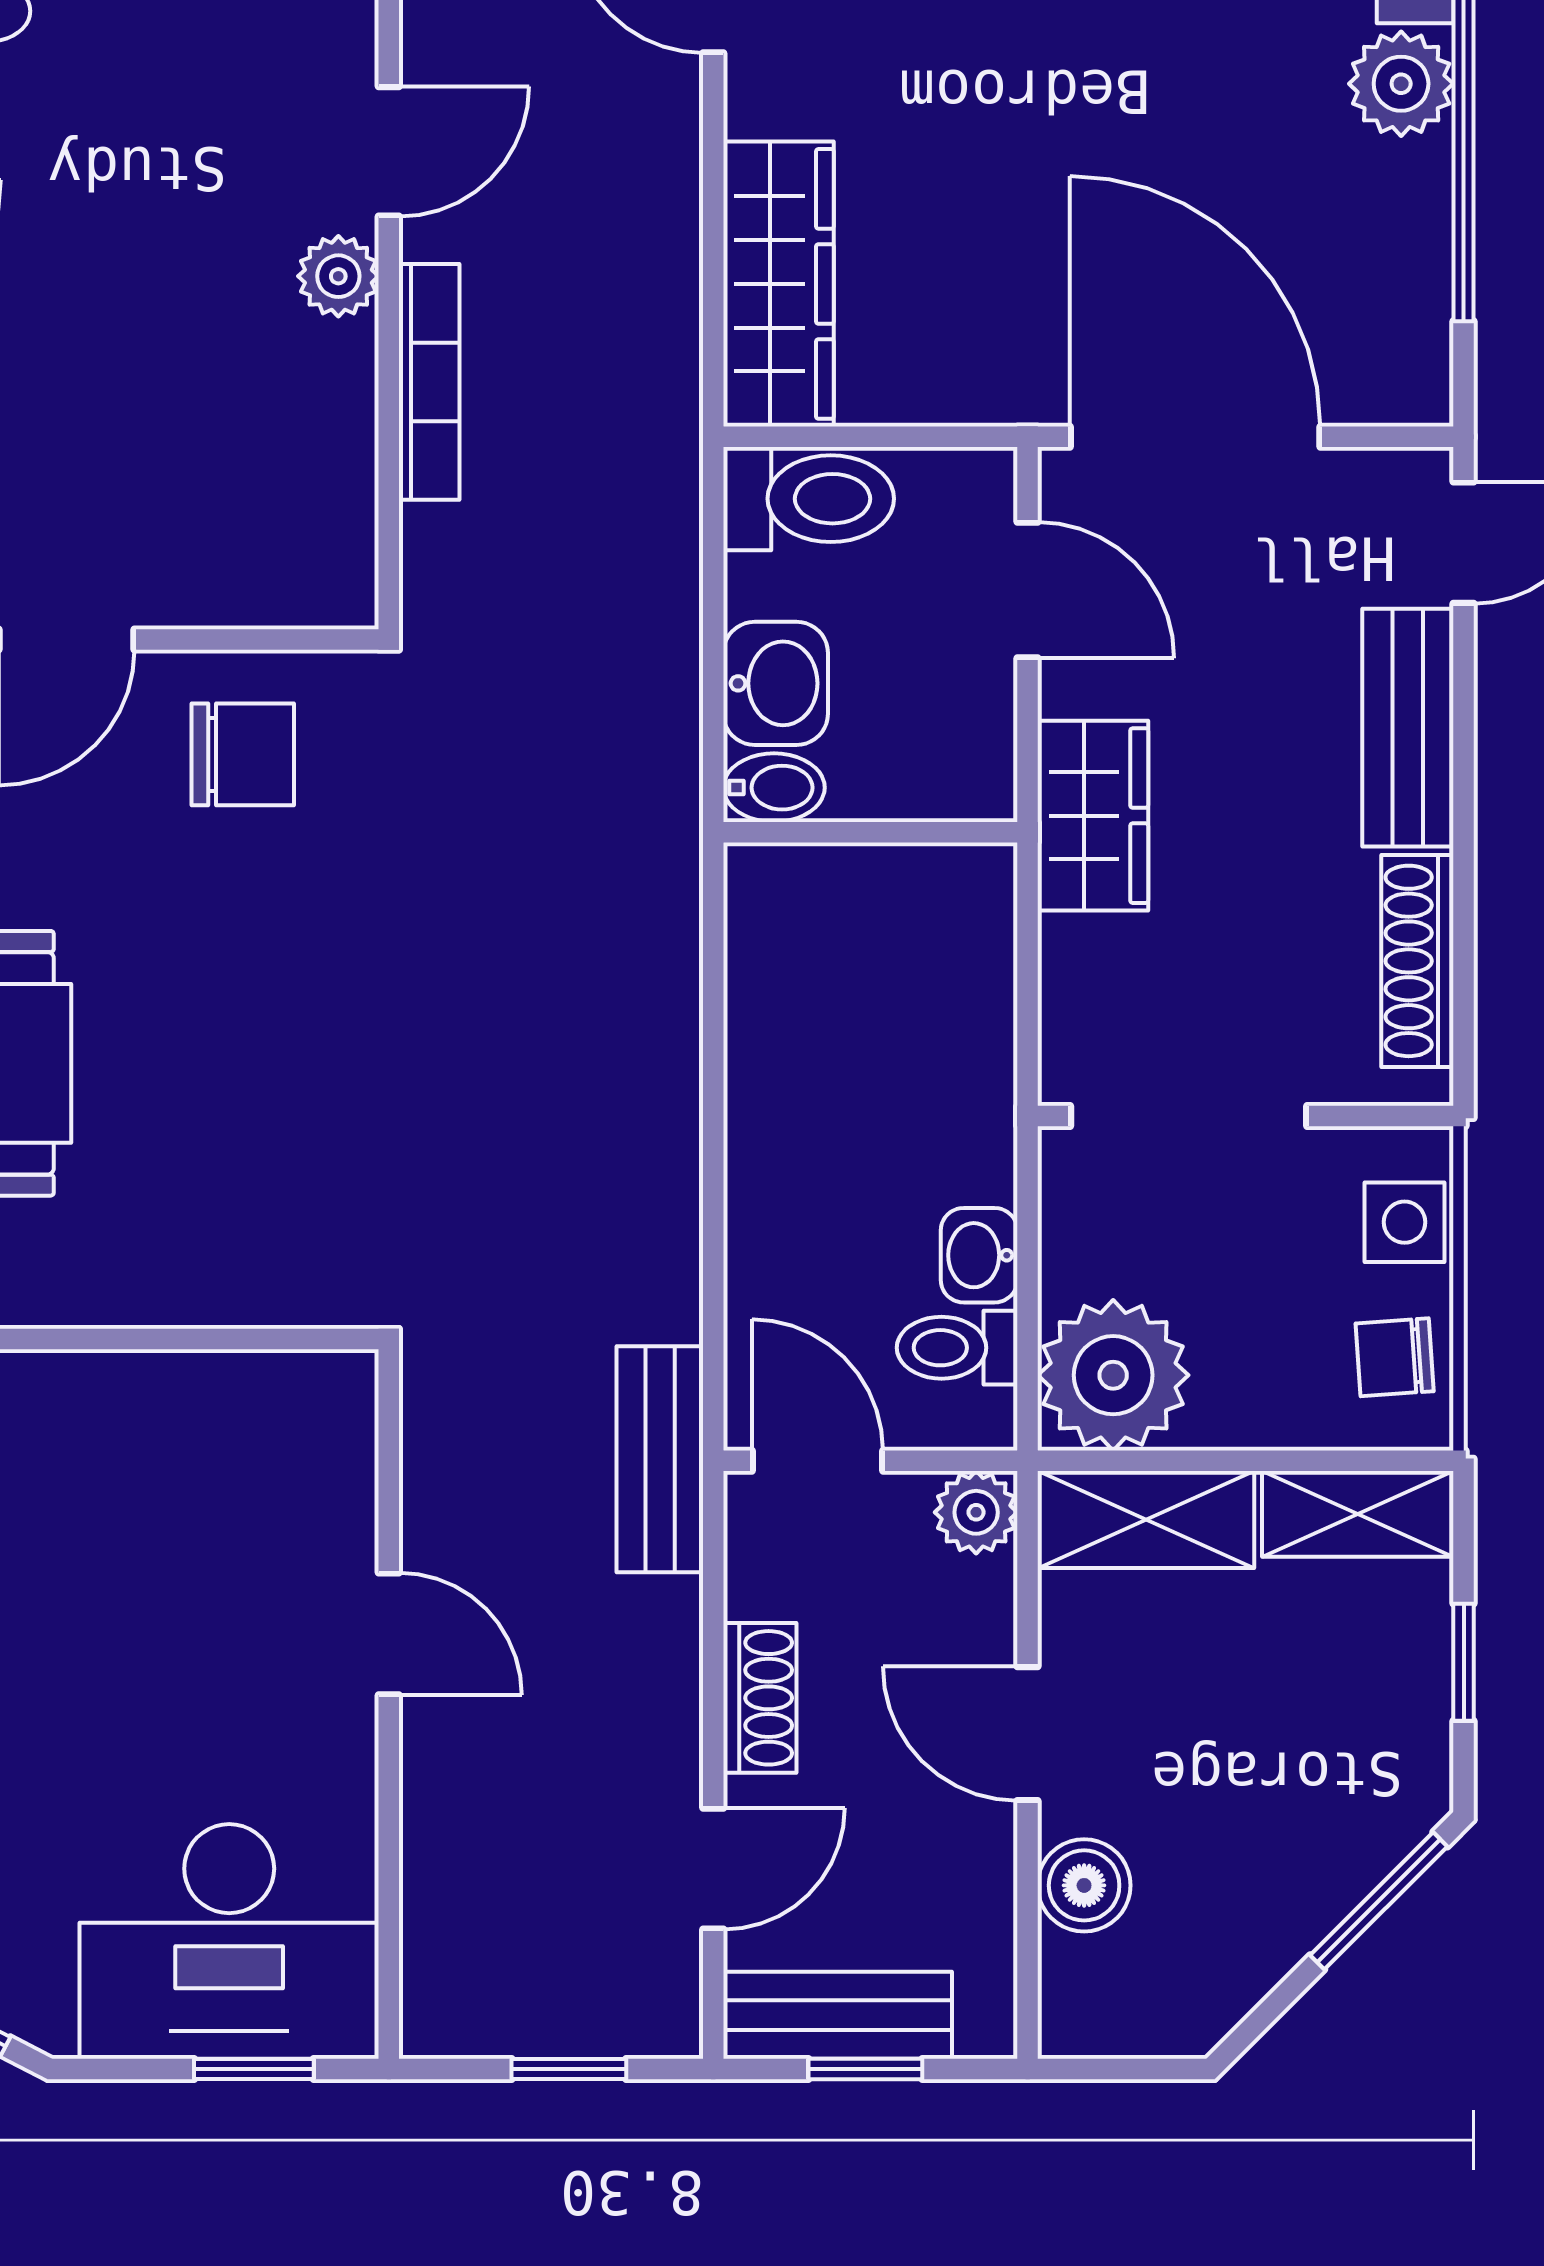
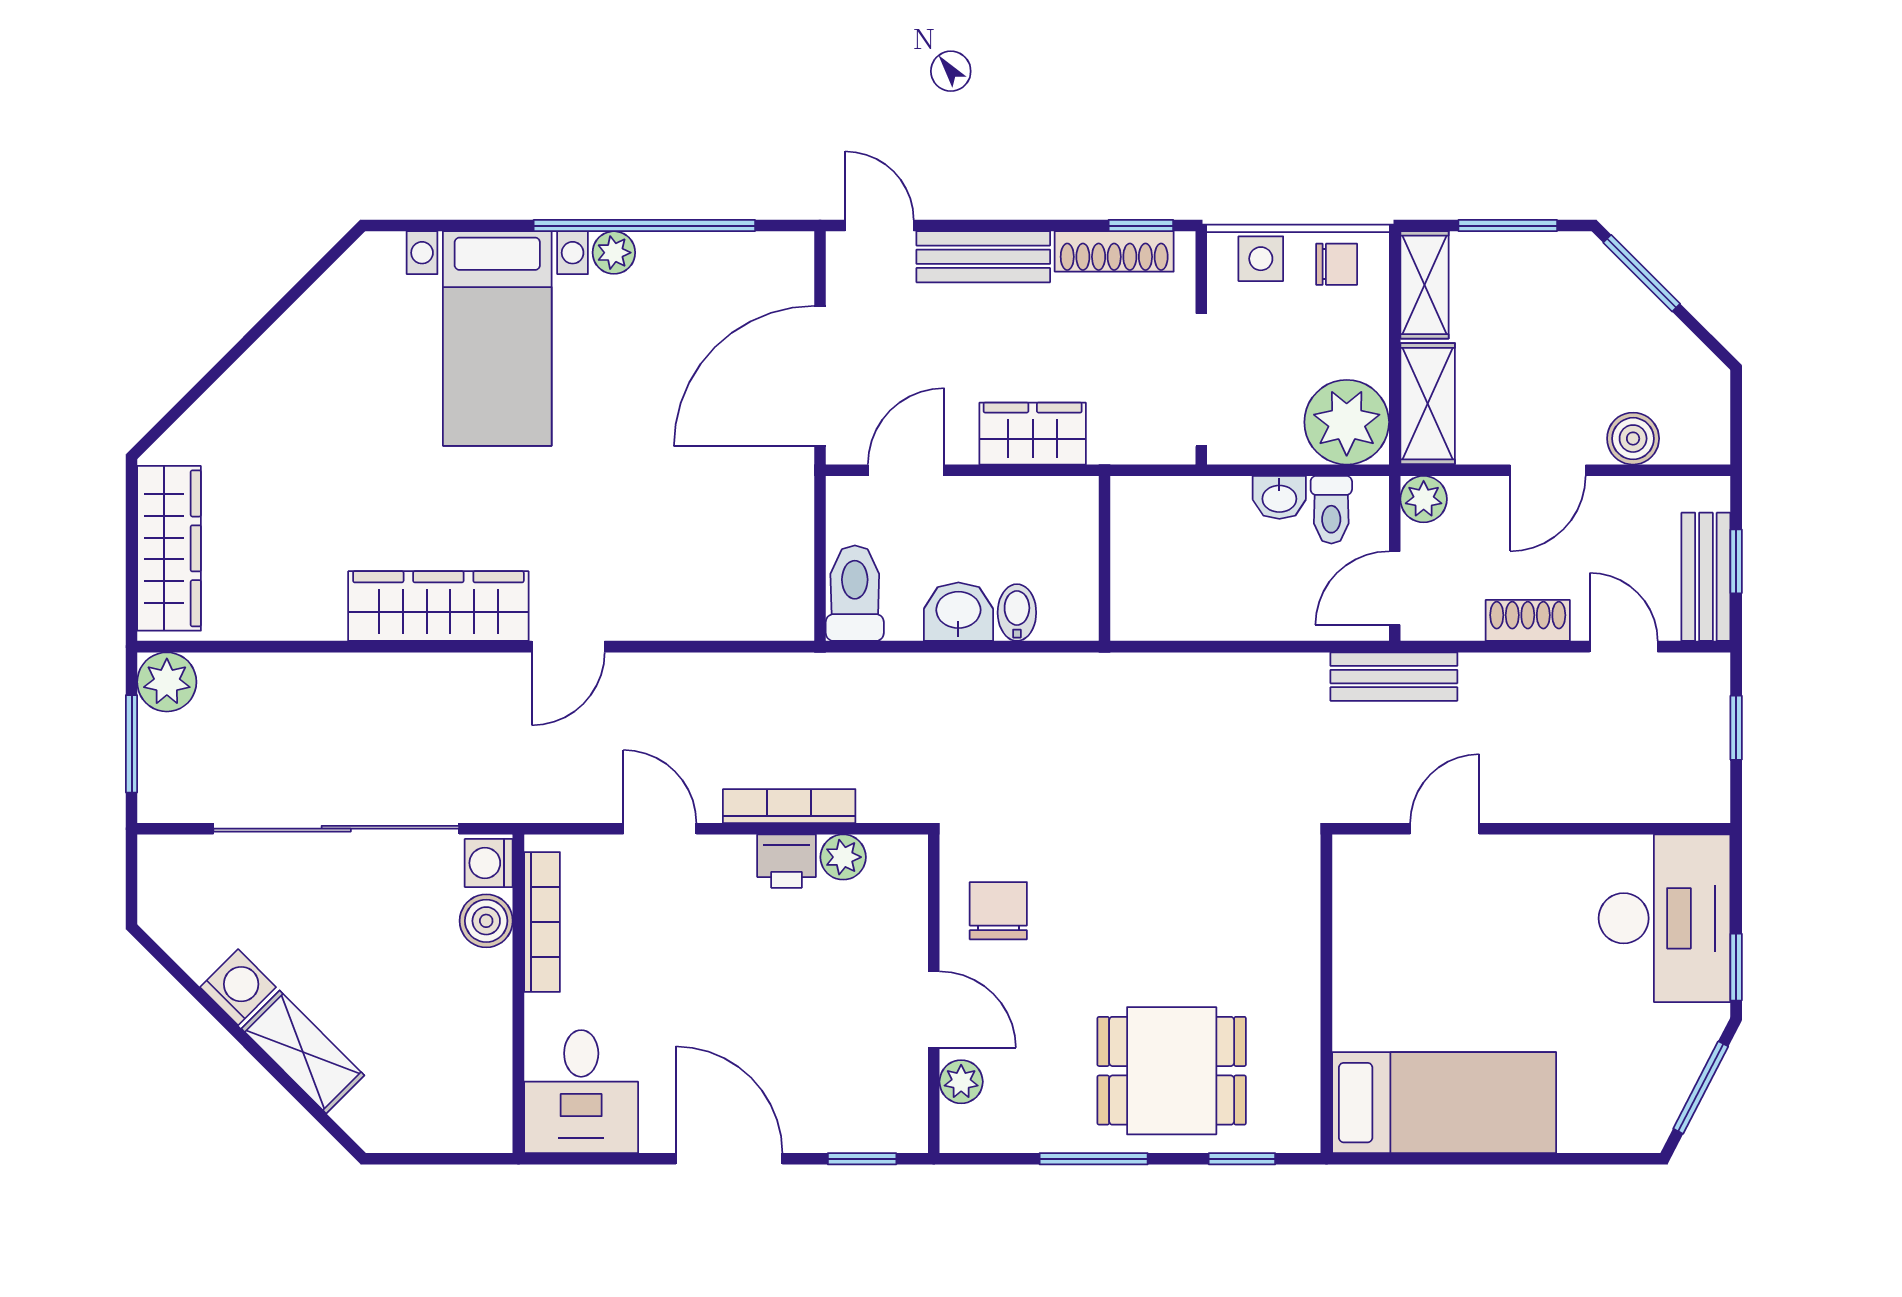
plant: (1401, 84) -> (614, 253), width x0.73, depth x0.73
plant: (338, 276) -> (843, 857), moved
wardrobe: (779, 284) -> (734, 610), removed
printer: (331, 377) -> (787, 861), added
wall: (870, 832) -> (1105, 558), moved
window: (1464, 1008) -> (1141, 226), added
chair: (1395, 1357) -> (1337, 264), turned -86
door: (389, 1634) -> (1445, 829), moved
window: (1464, 1662) -> (1508, 226), width x1.50
window: (254, 2069) -> (1736, 967), moved

